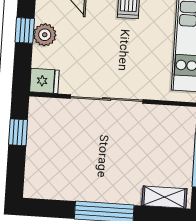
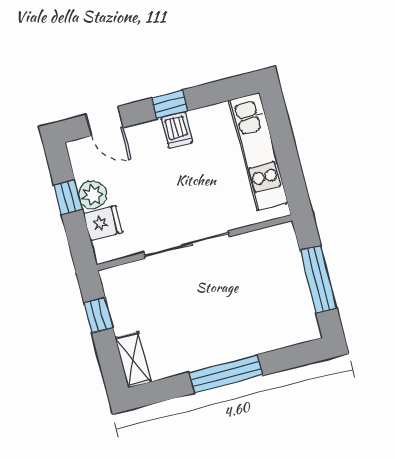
fridge: (44, 81) -> (103, 223), moved
shelving: (164, 197) -> (133, 360), moved, turned 90

